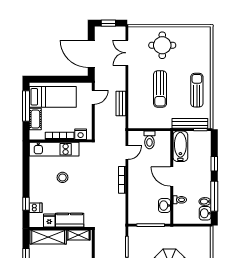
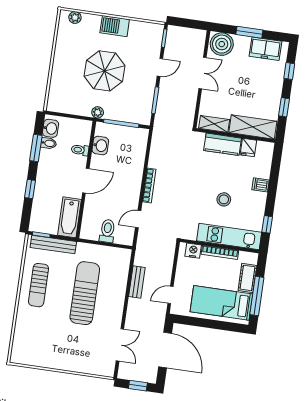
round table: (162, 45) -> (74, 348), removed
sun lounger: (160, 89) -> (85, 293), width x1.36, depth x1.34
door: (172, 177) -> (86, 181), hinge flipped
window: (214, 196) -> (36, 148), width x0.69
window: (26, 204) -> (267, 224), moved
dishwasher: (36, 208) -> (260, 185), moved
plant: (170, 231) -> (98, 112), added

